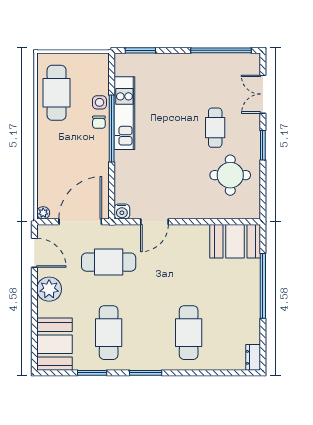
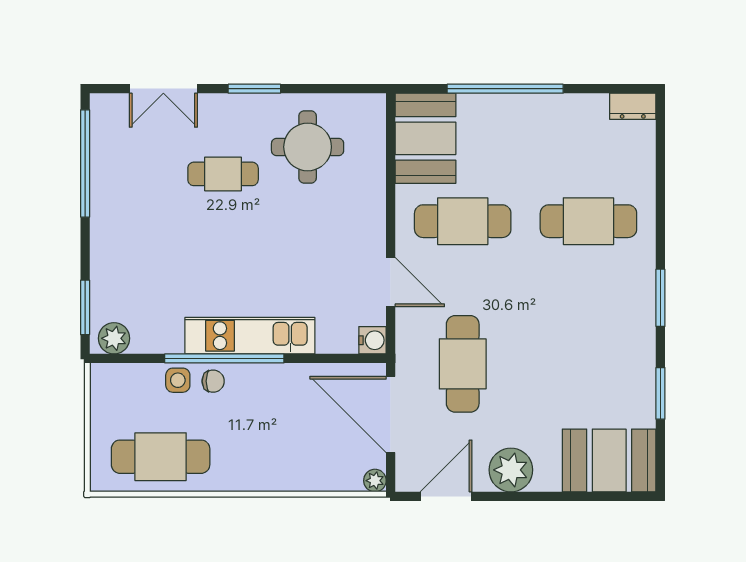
plant: (123, 67) -> (114, 338), added
kitchen unit: (124, 113) -> (250, 336), moved
cafe table: (109, 333) -> (463, 221), moved

